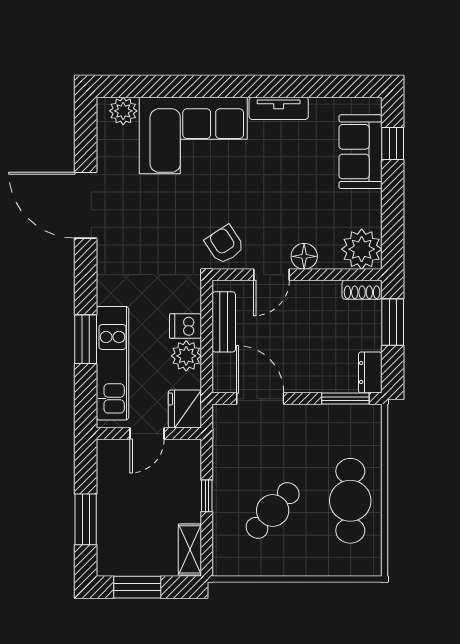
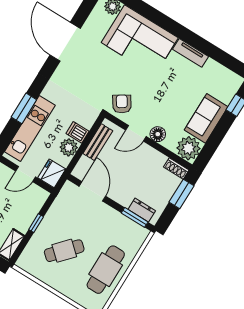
sofa: (360, 152) -> (206, 118), moved
dresser: (370, 372) -> (142, 210), moved, turned 90

